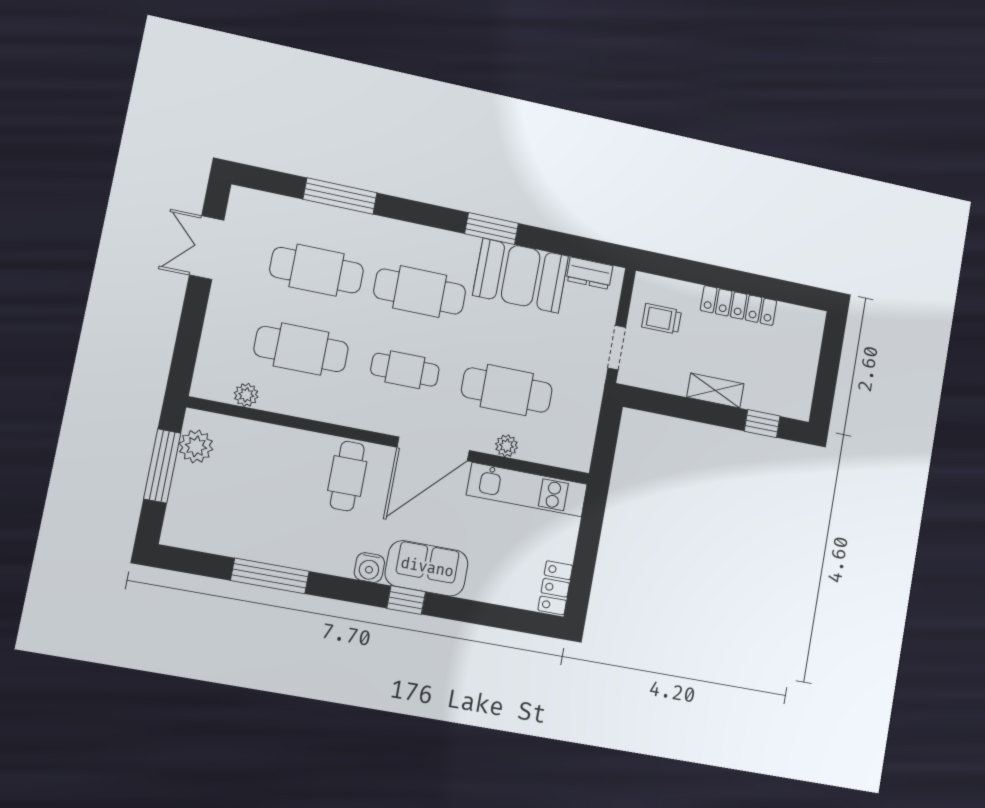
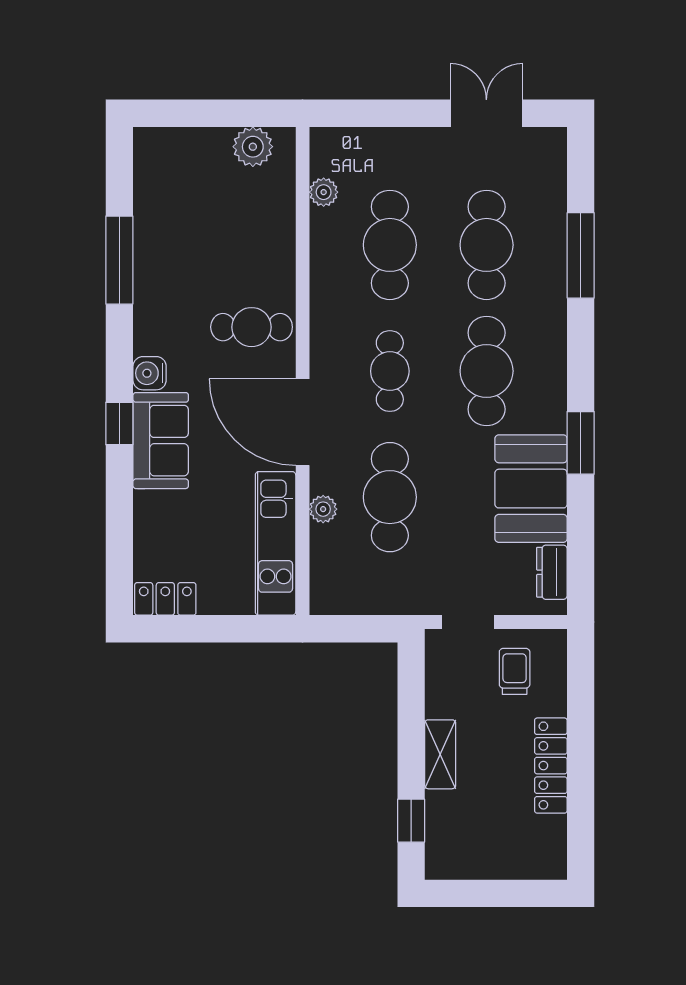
window: (162, 466) -> (223, 113), removed

